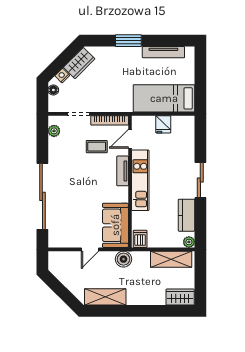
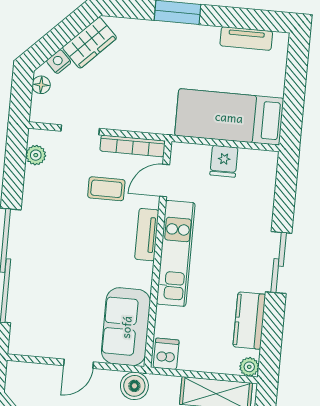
tv unit: (163, 52) -> (246, 38), width x0.71

